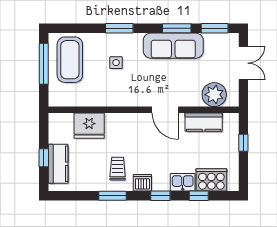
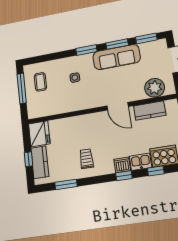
window: (119, 28) -> (86, 50), moved
coffee table: (70, 60) -> (40, 82), width x0.54, depth x0.58
fridge: (89, 126) -> (39, 134), moved, turned -90
dishwasher: (142, 183) -> (122, 165), moved
window: (113, 196) -> (66, 184), moved

